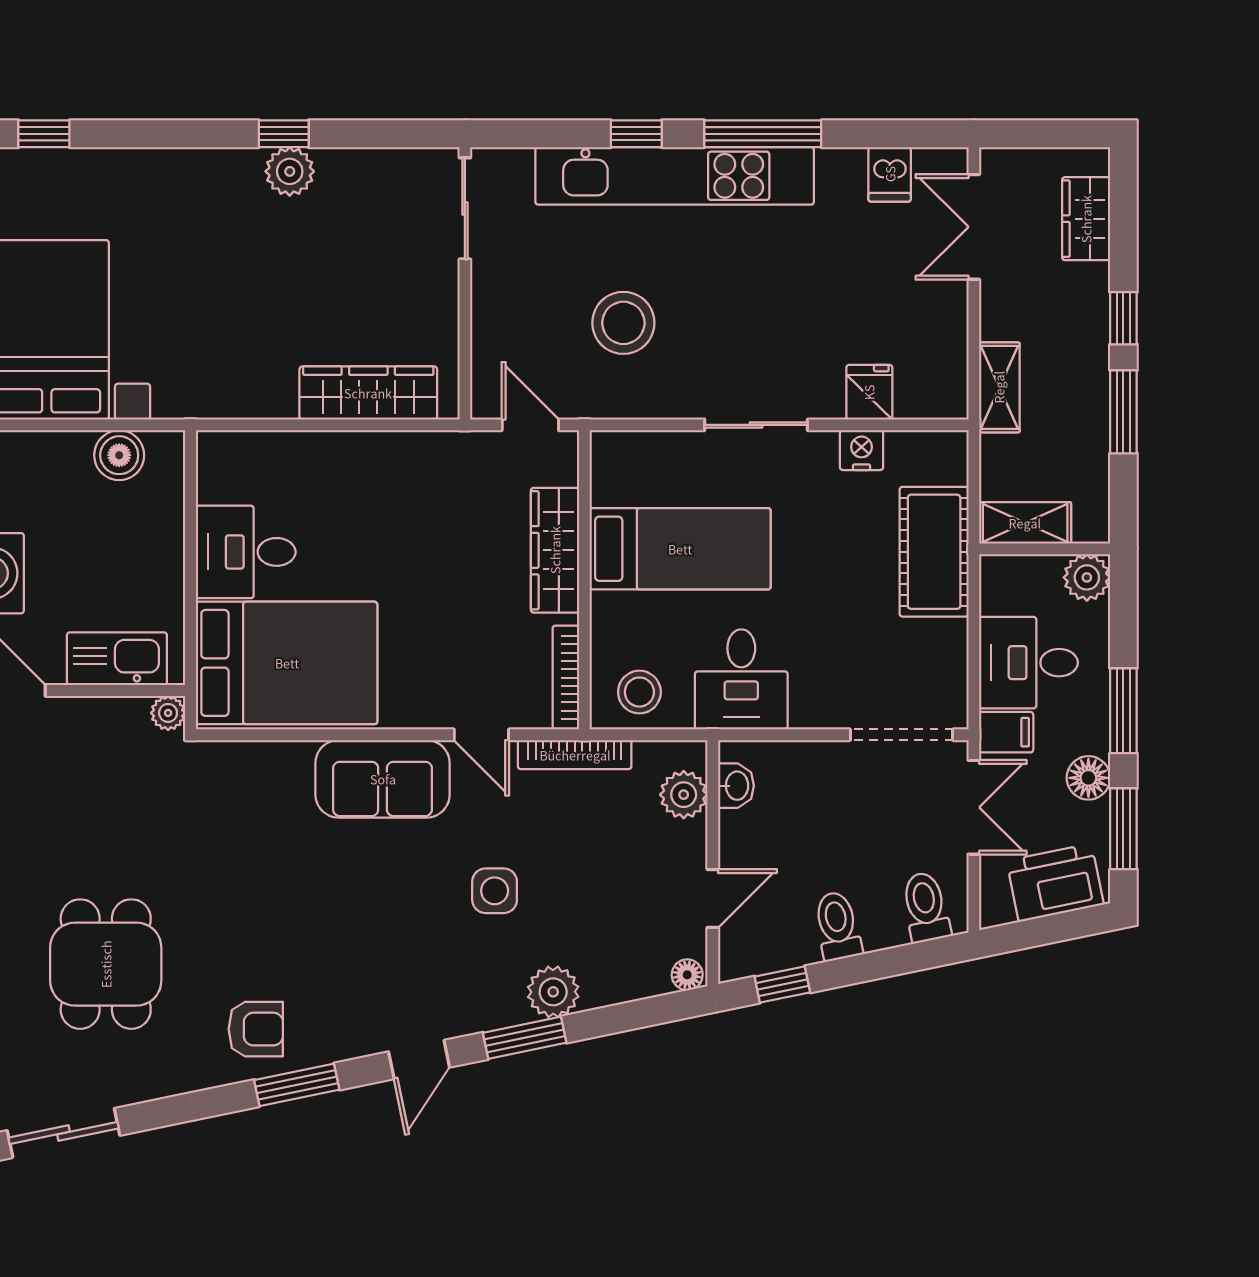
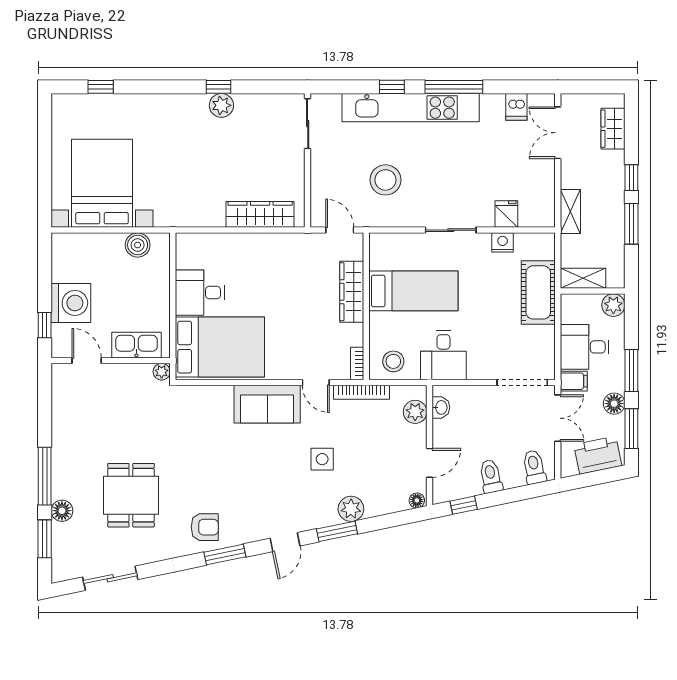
bookcase: (566, 678) -> (357, 363), width x0.64

